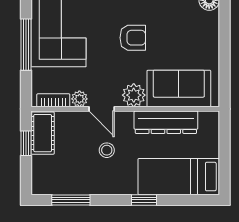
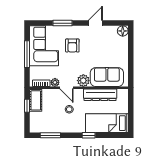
armchair: (133, 38) -> (72, 46), moved, turned 90

